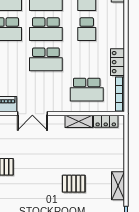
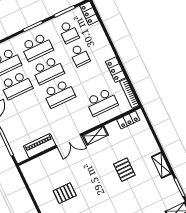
shelving: (79, 121) -> (95, 135), moved
pallet: (74, 184) -> (124, 170), moved, turned 90

